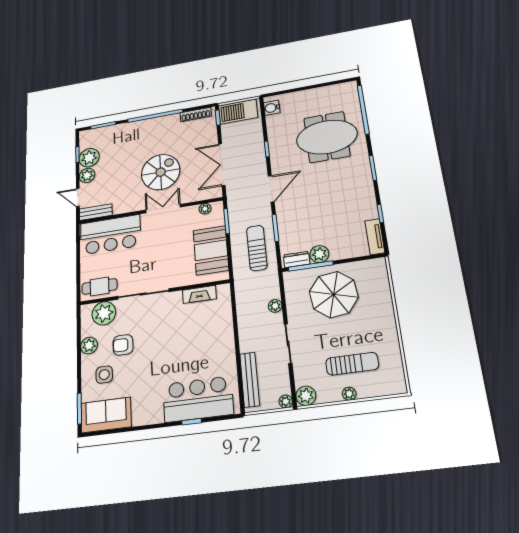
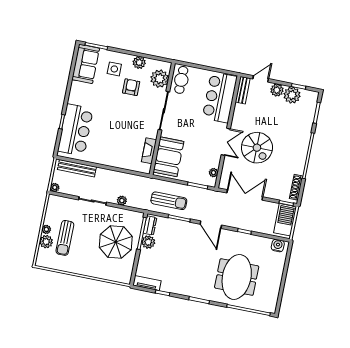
booth: (211, 250) -> (168, 157), moved, turned 90
plant: (306, 396) -> (46, 242), moved

